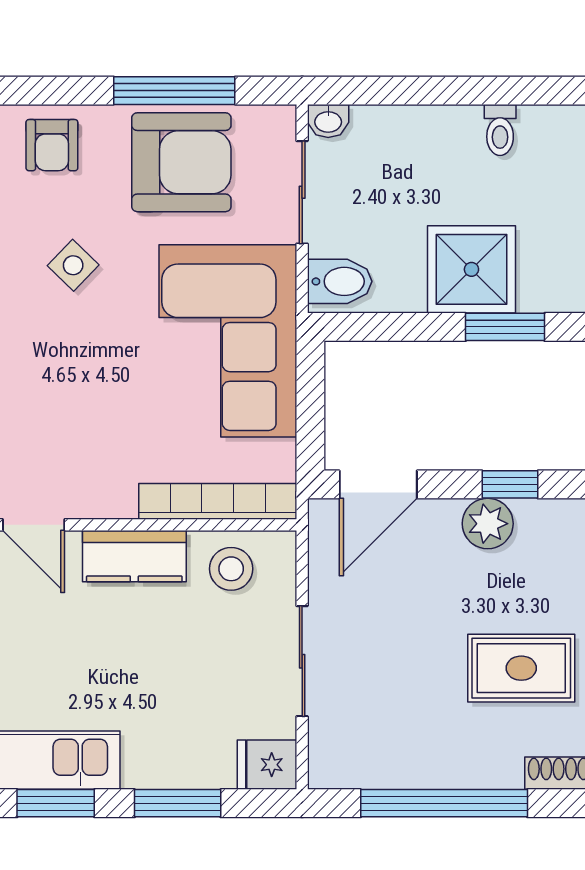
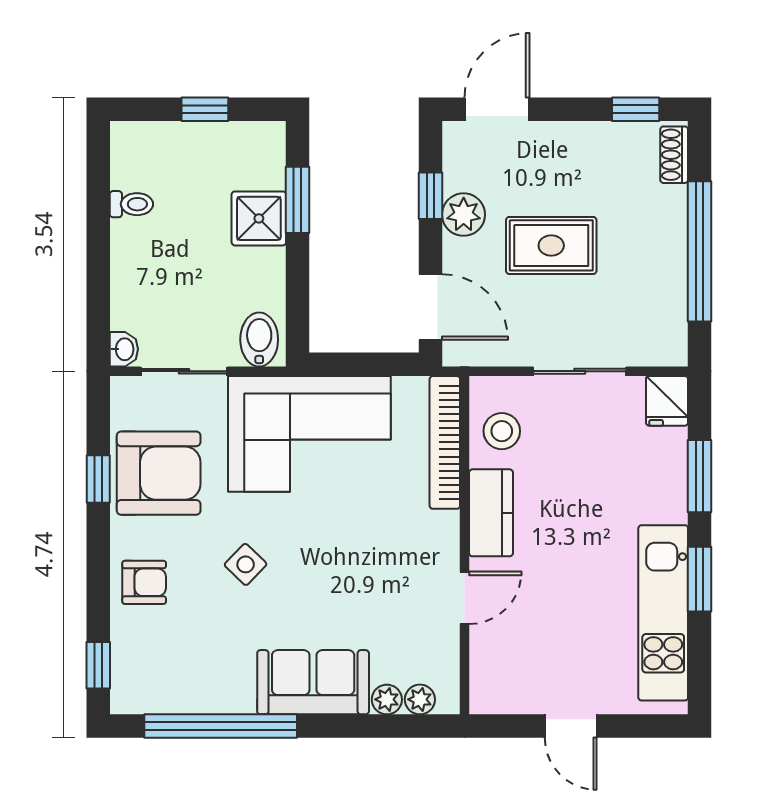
window: (174, 91) -> (98, 479), width x0.46
armchair: (181, 162) -> (159, 473), turned 90
shower: (471, 269) -> (259, 218), width x0.73, depth x0.73
rug: (521, 668) -> (551, 245), moved, turned 90

